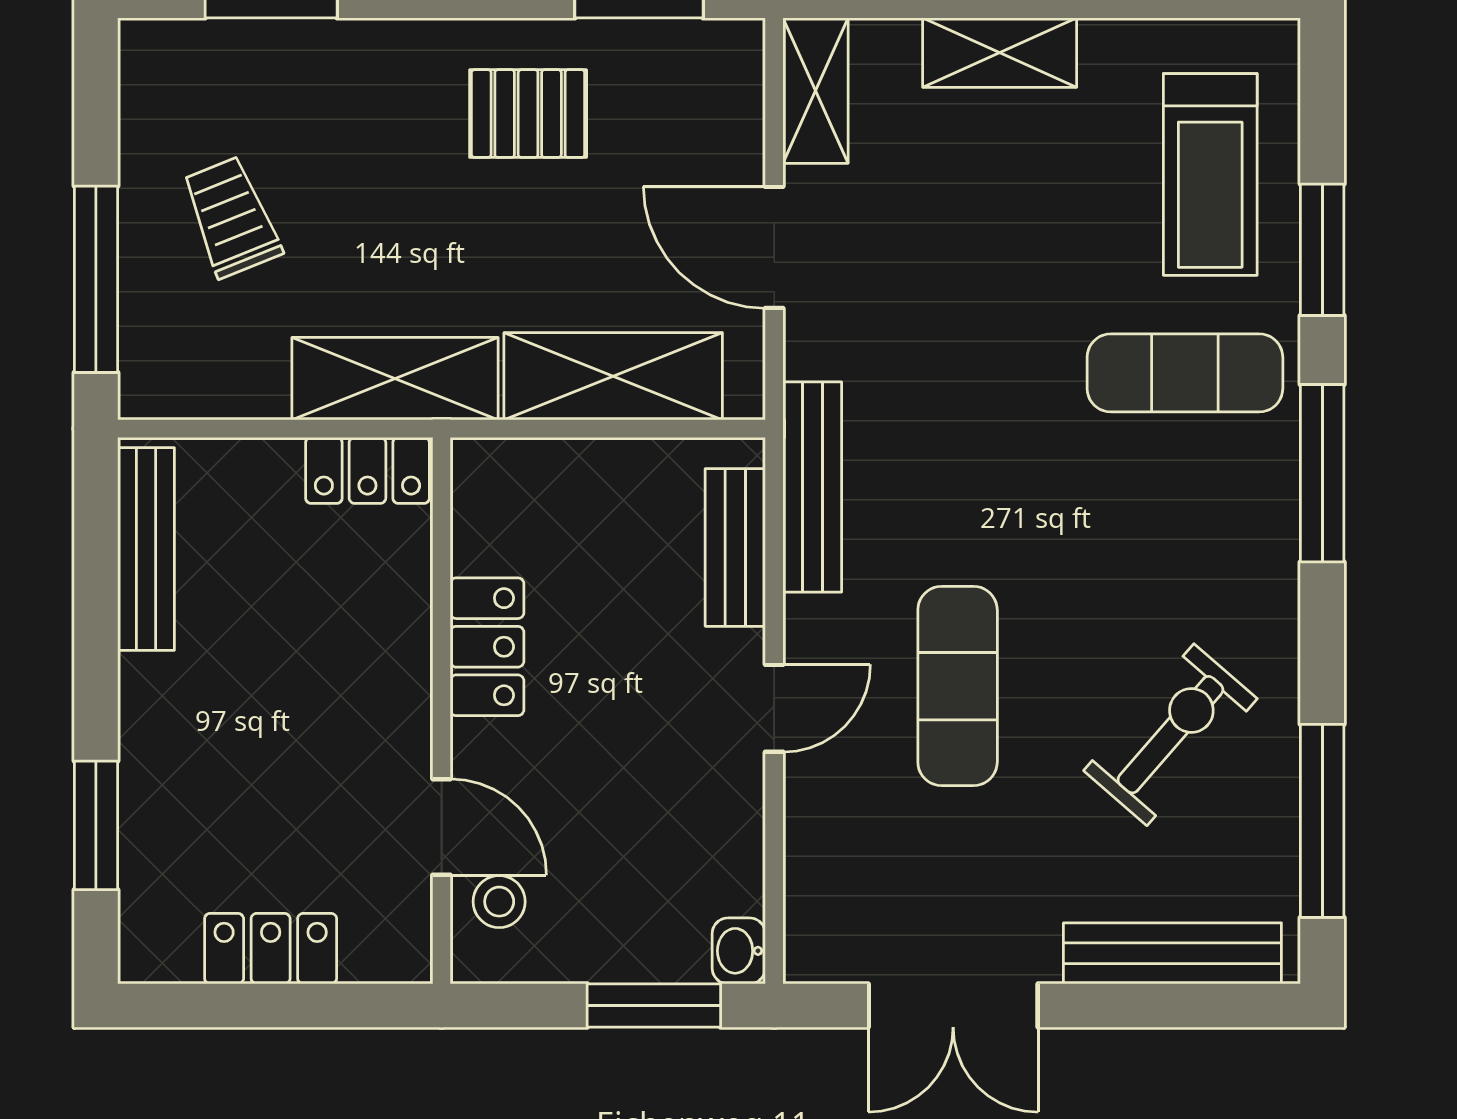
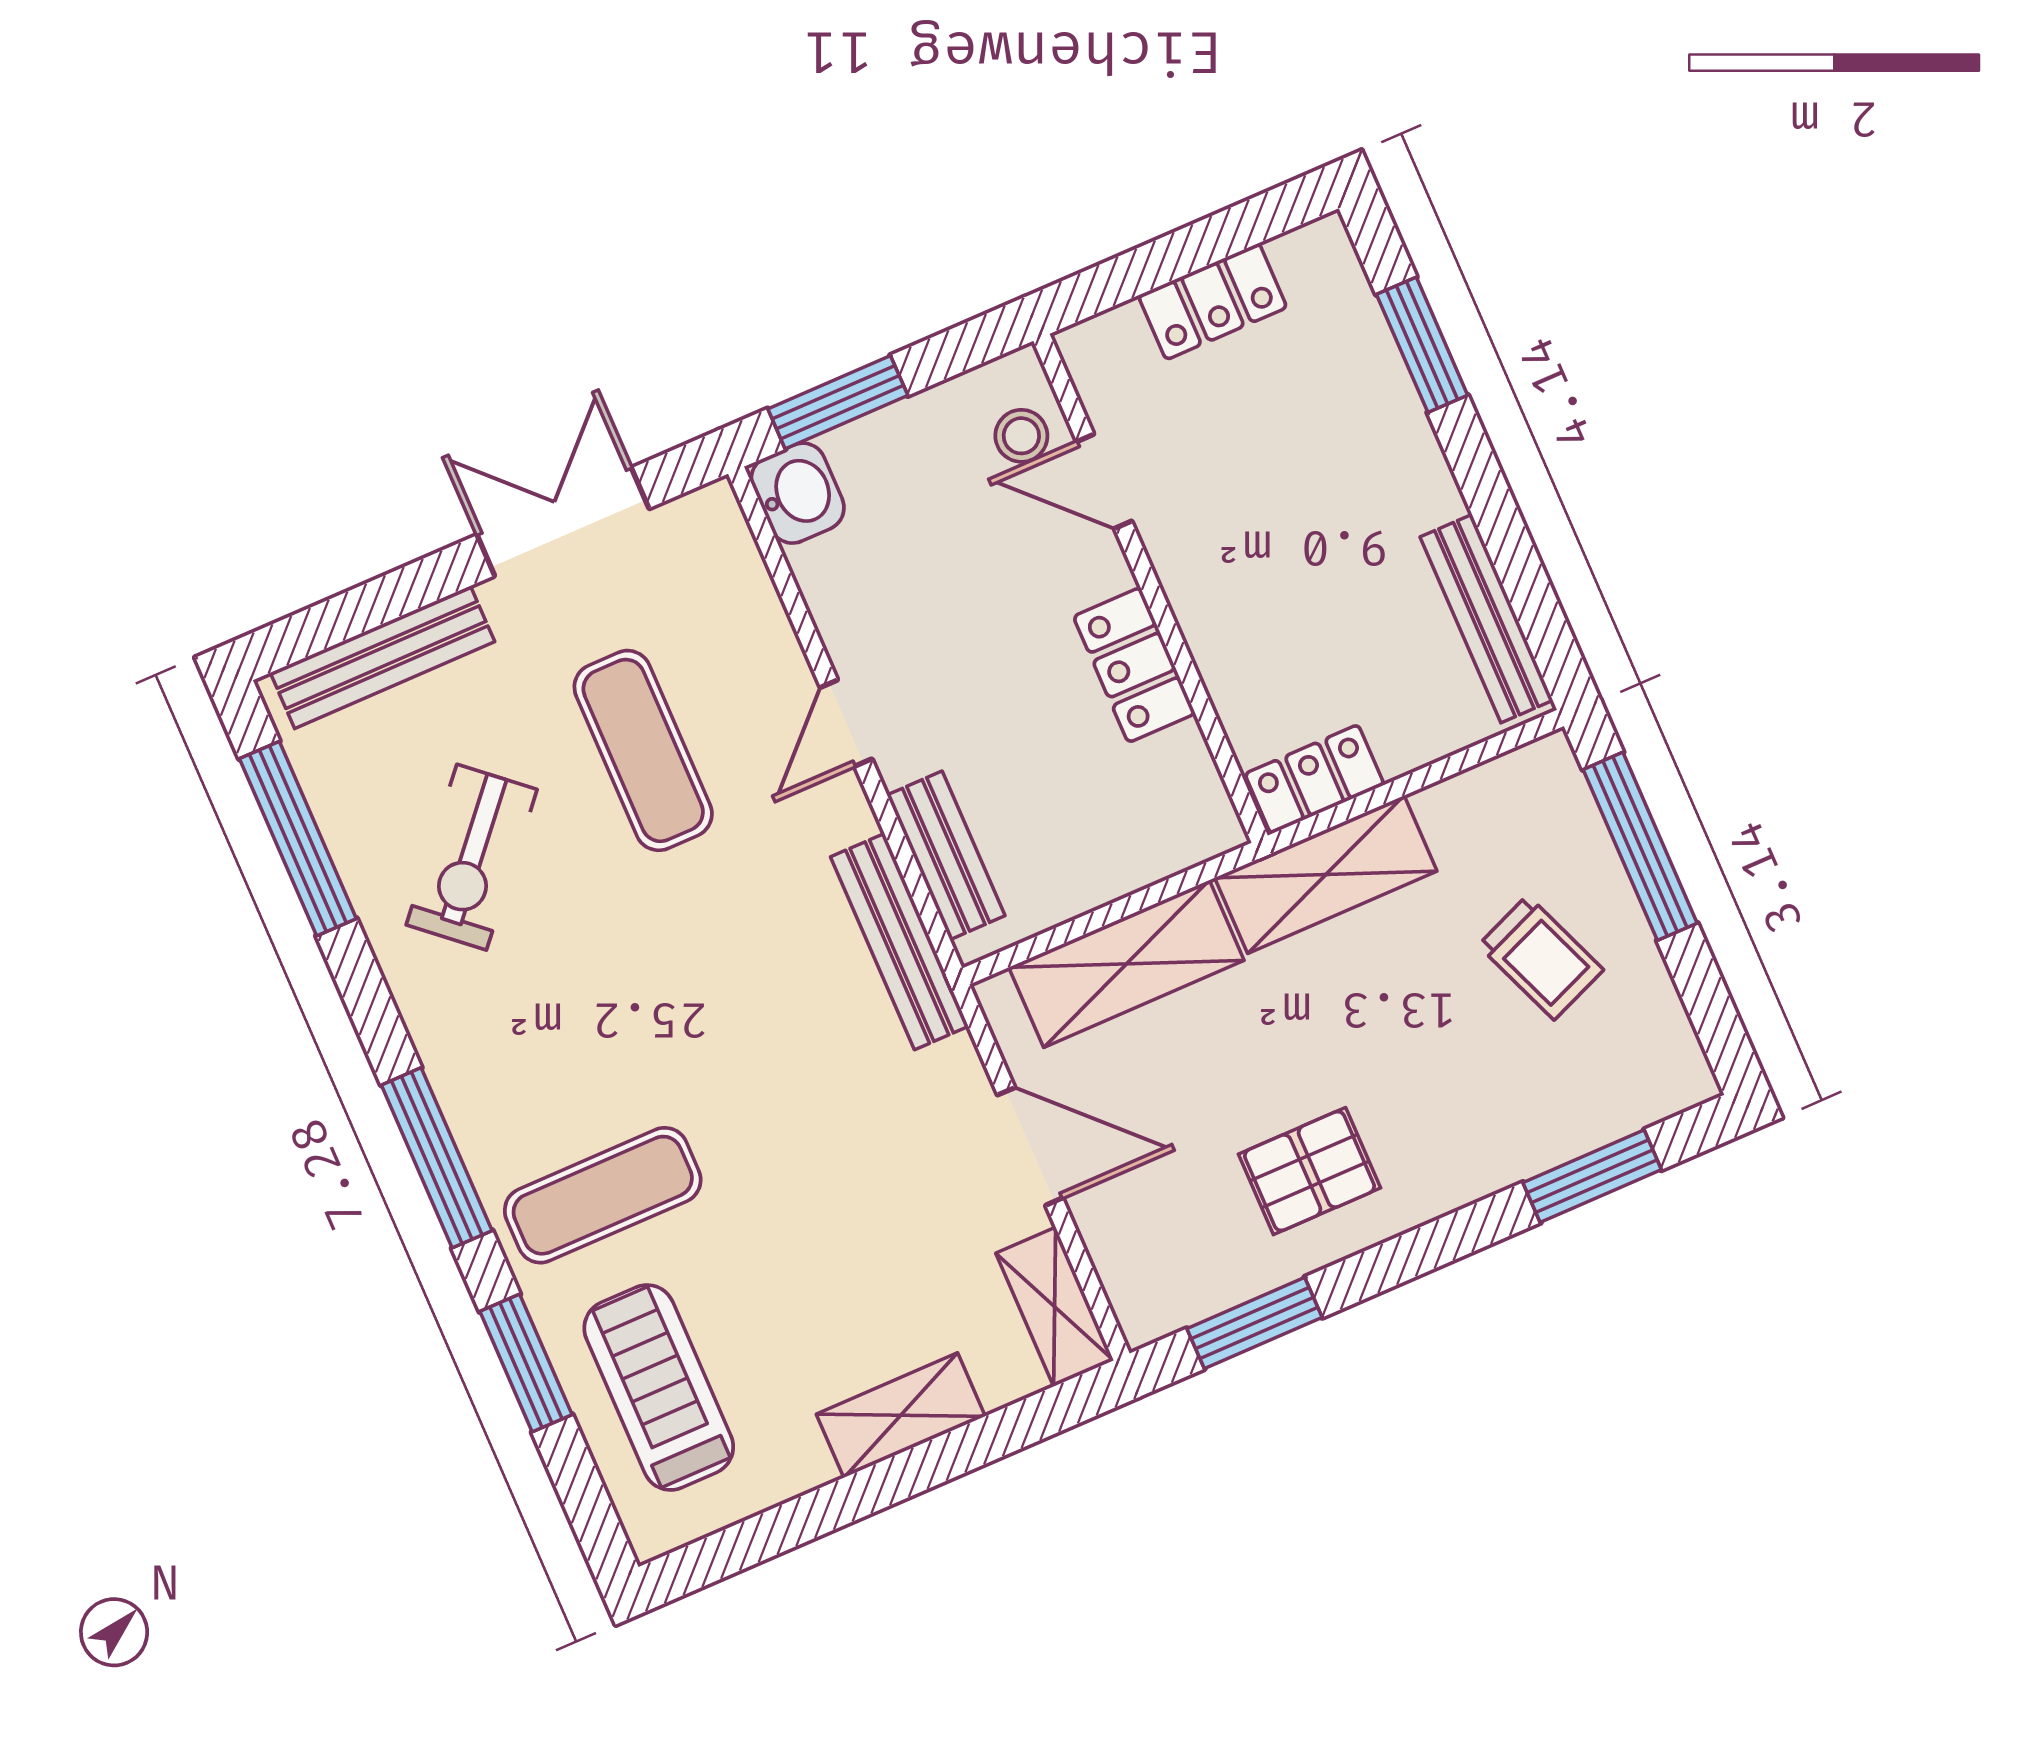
exercise mat: (958, 686) -> (643, 750), moved
washbasin: (739, 951) -> (798, 493), width x1.38, depth x1.45

